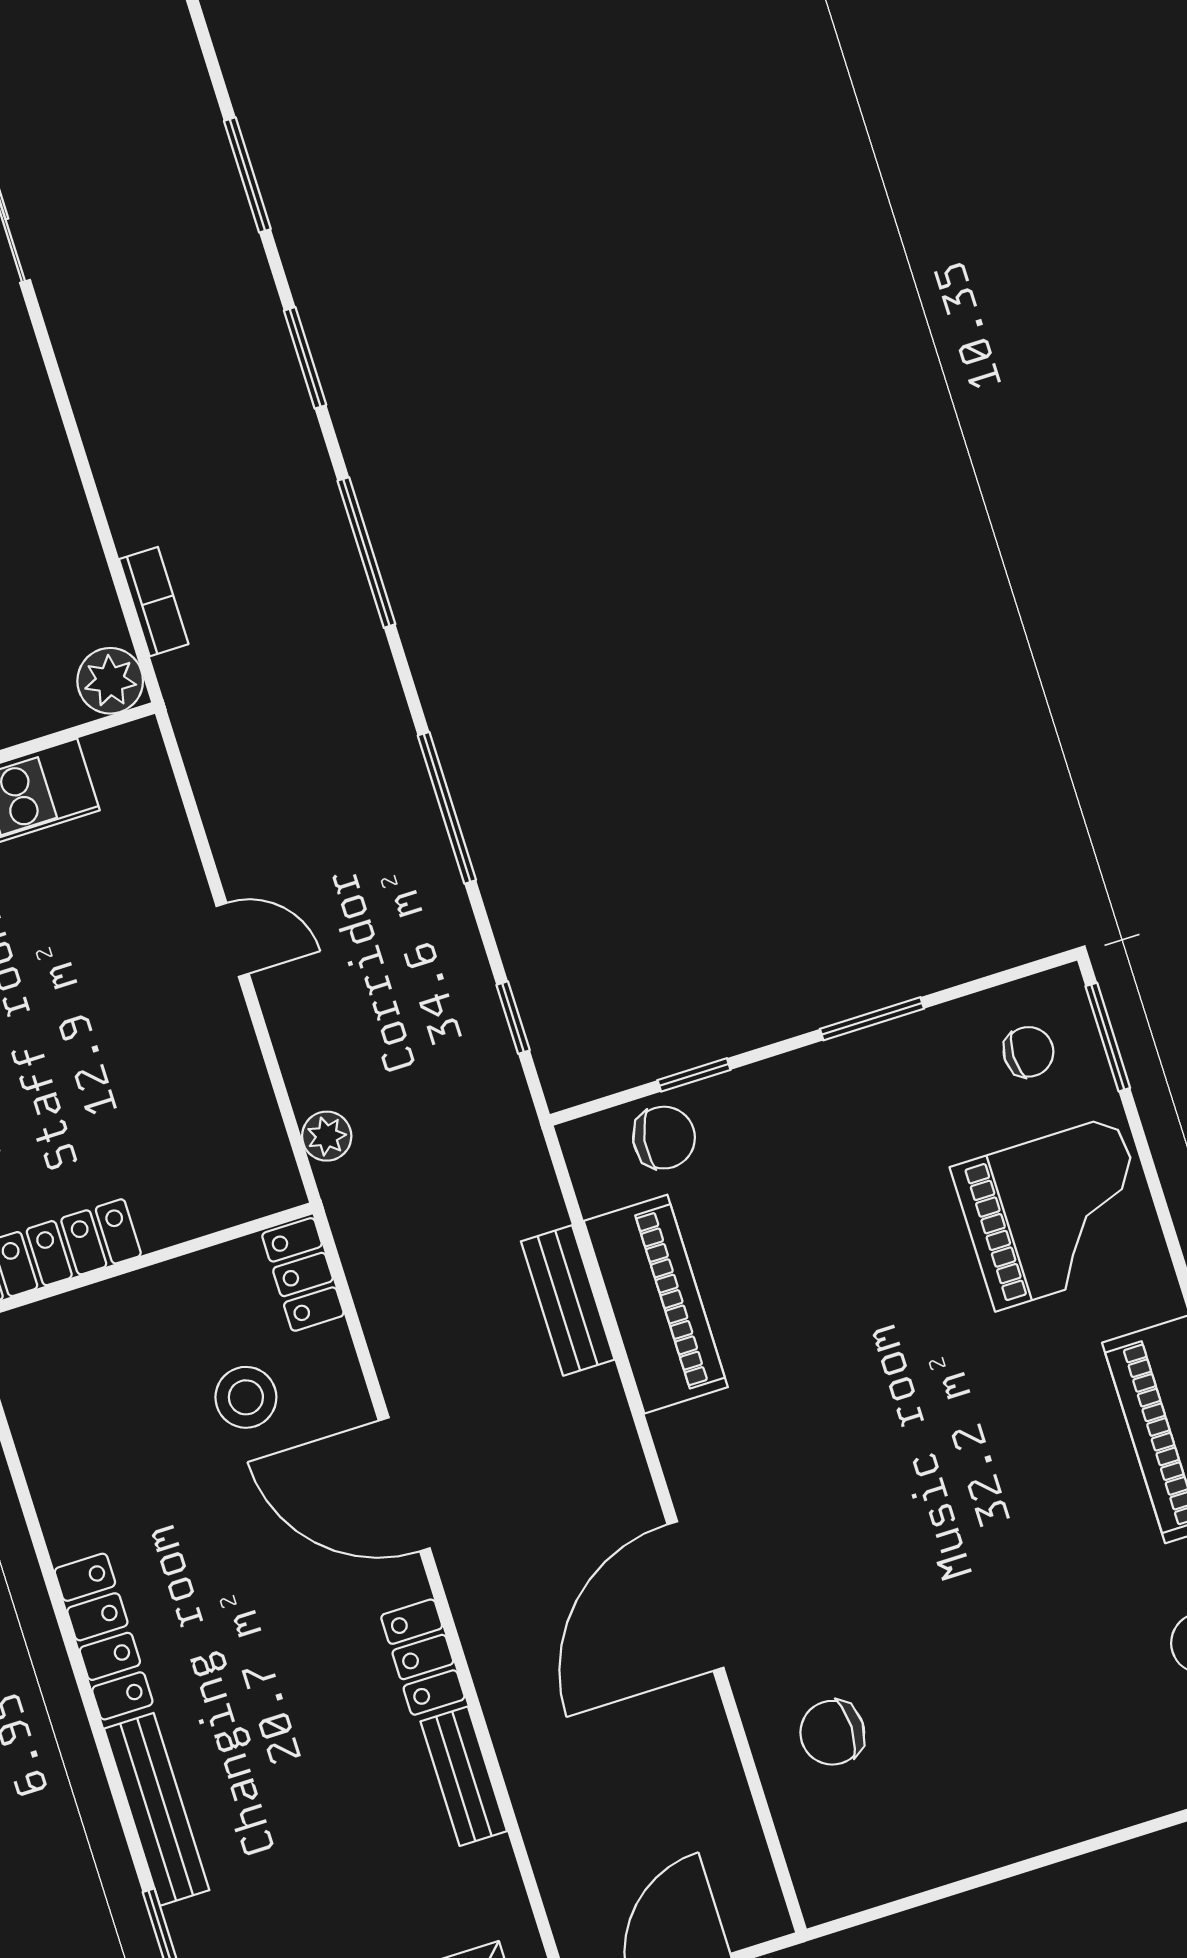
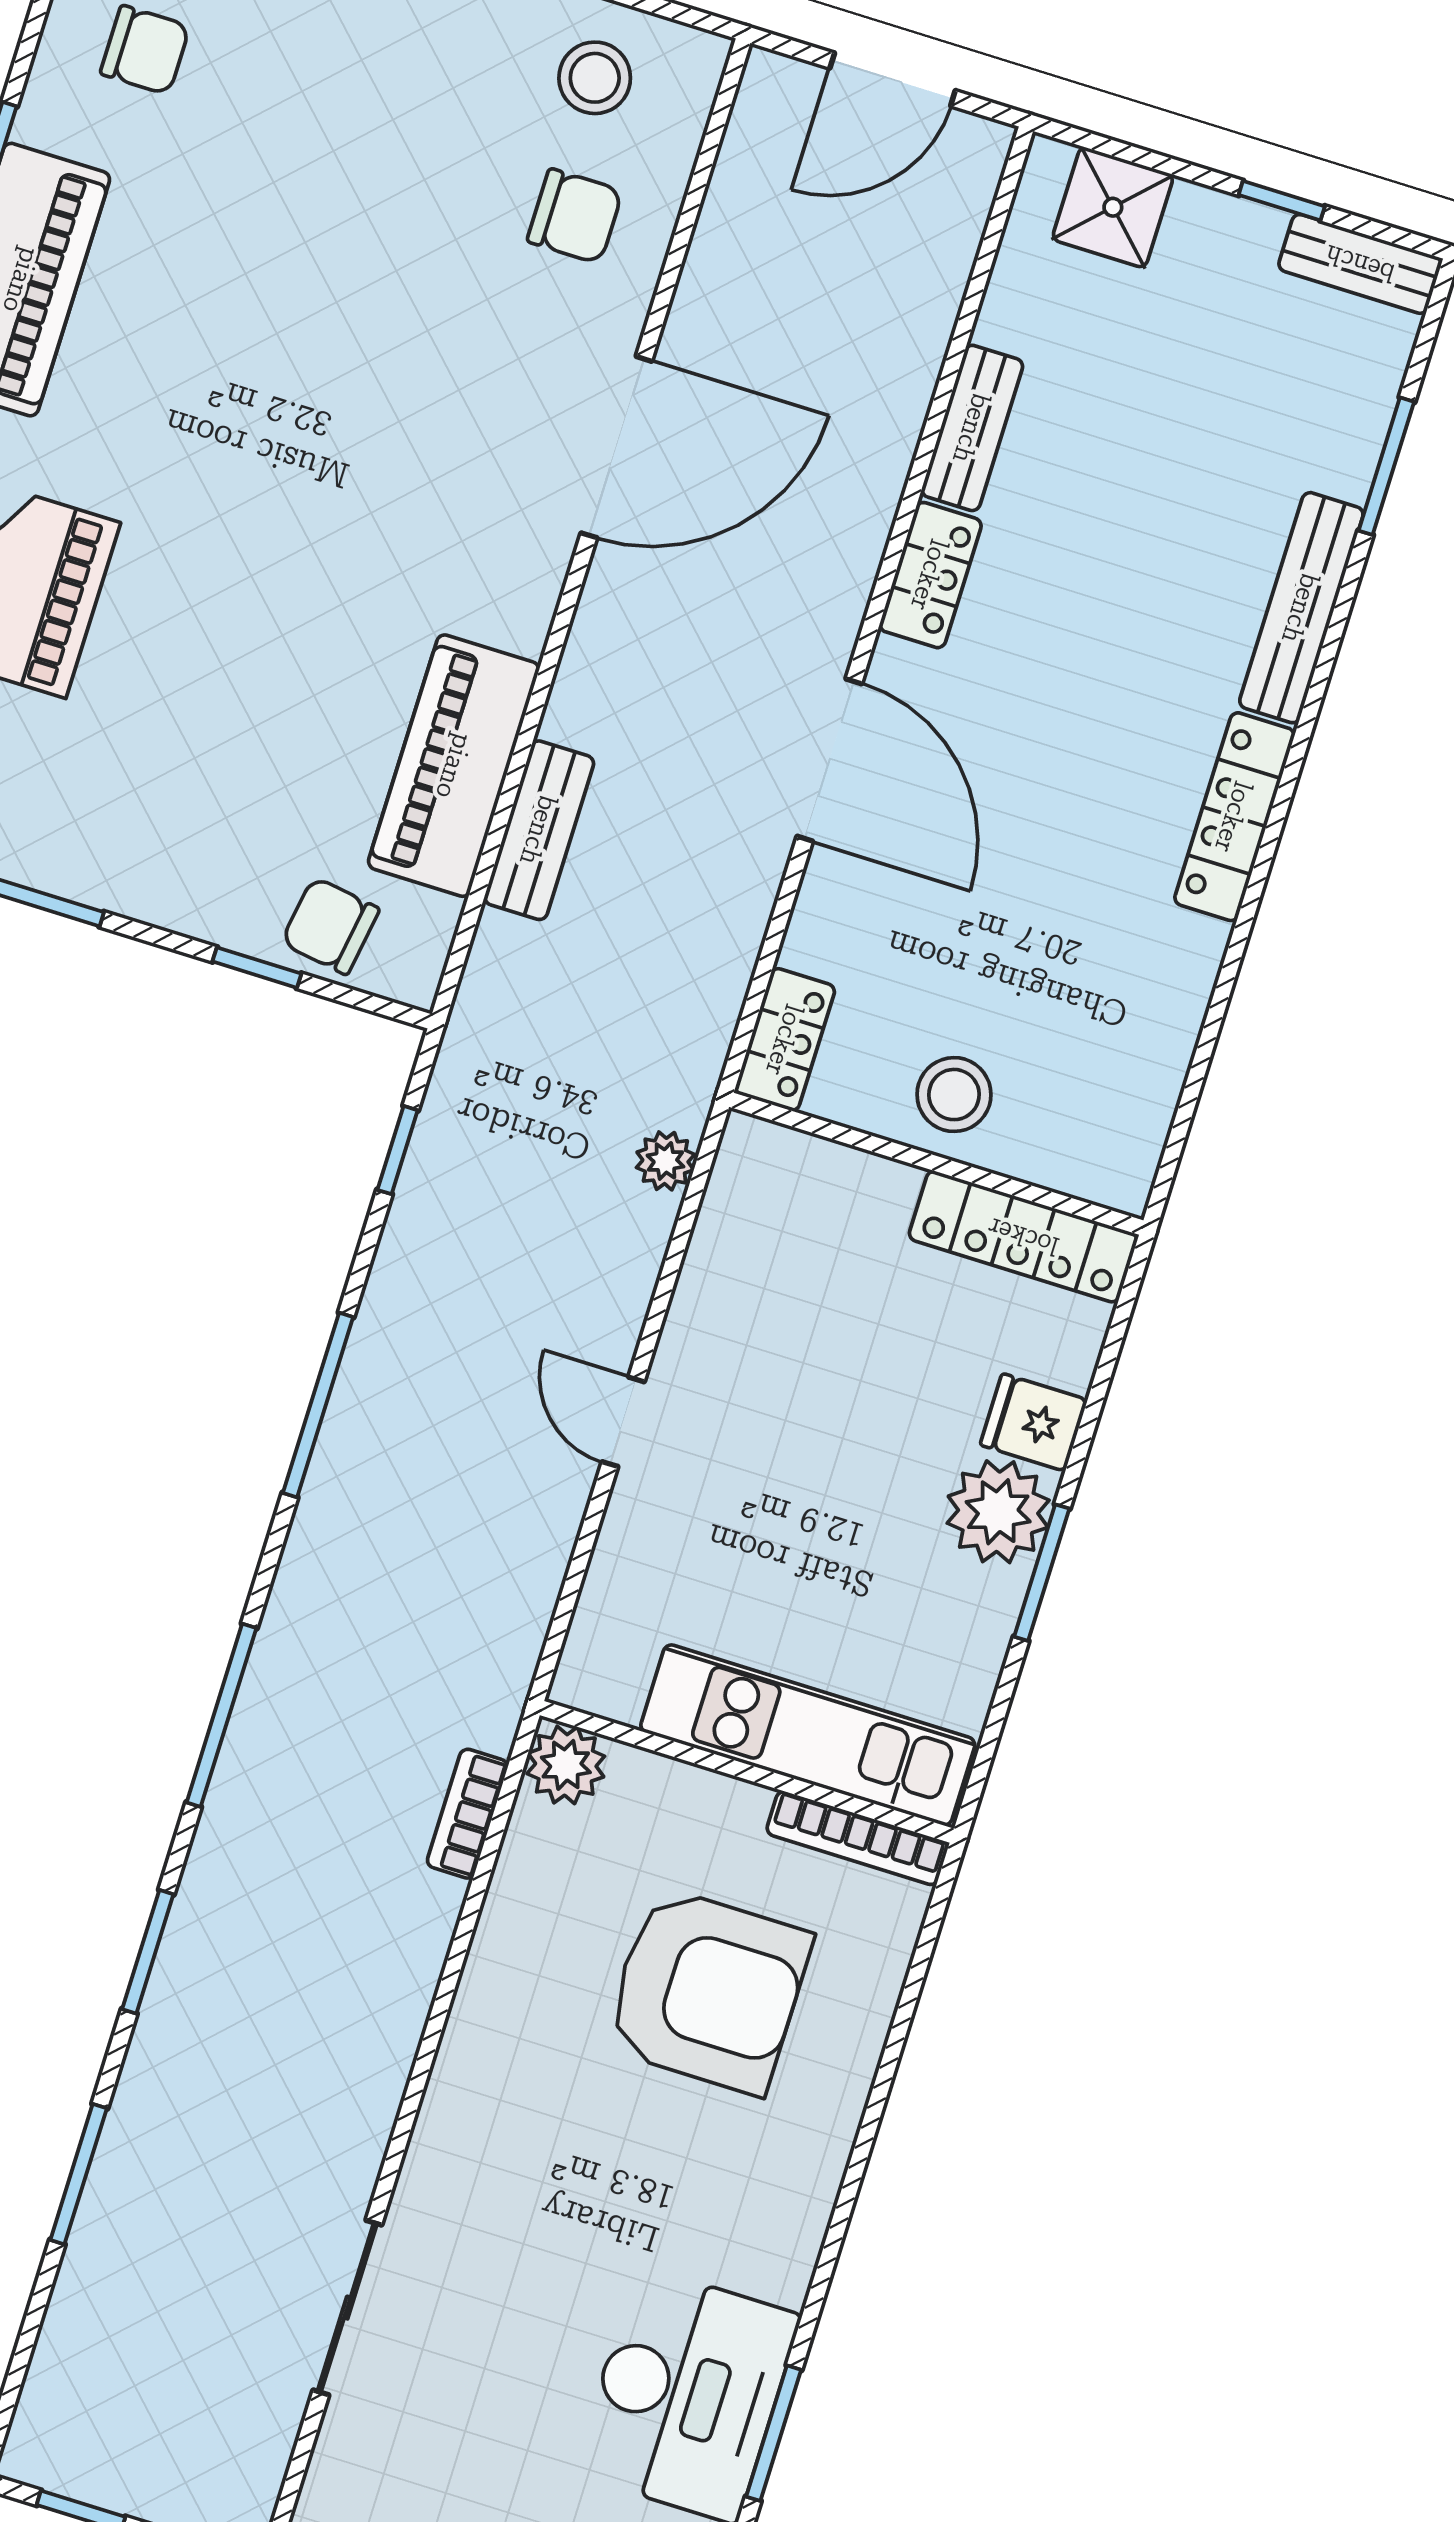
stool: (246, 1397) -> (954, 1095), moved
stool: (884, 1836) -> (595, 78), added

